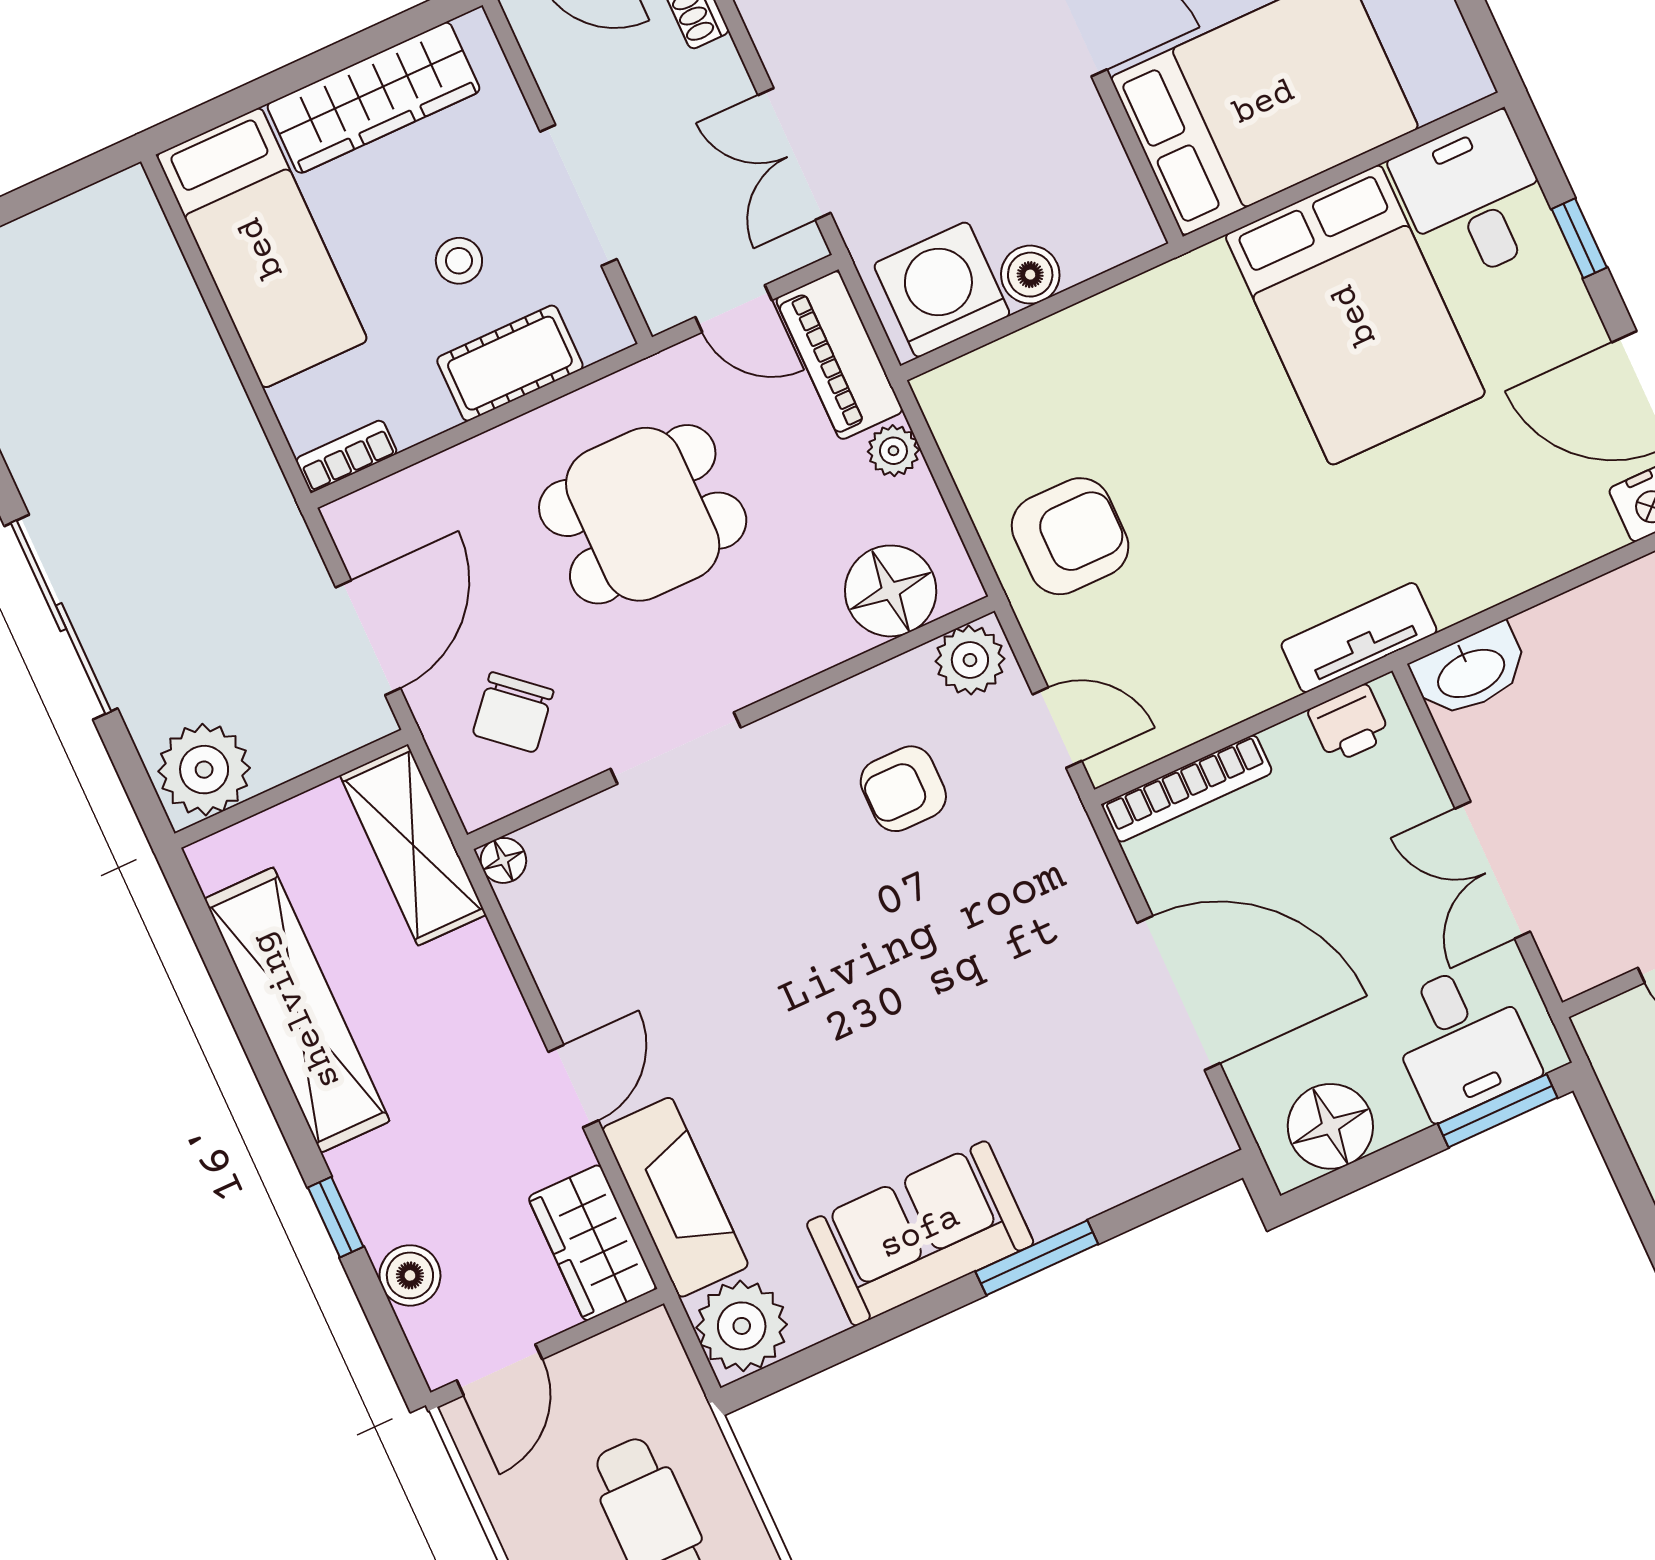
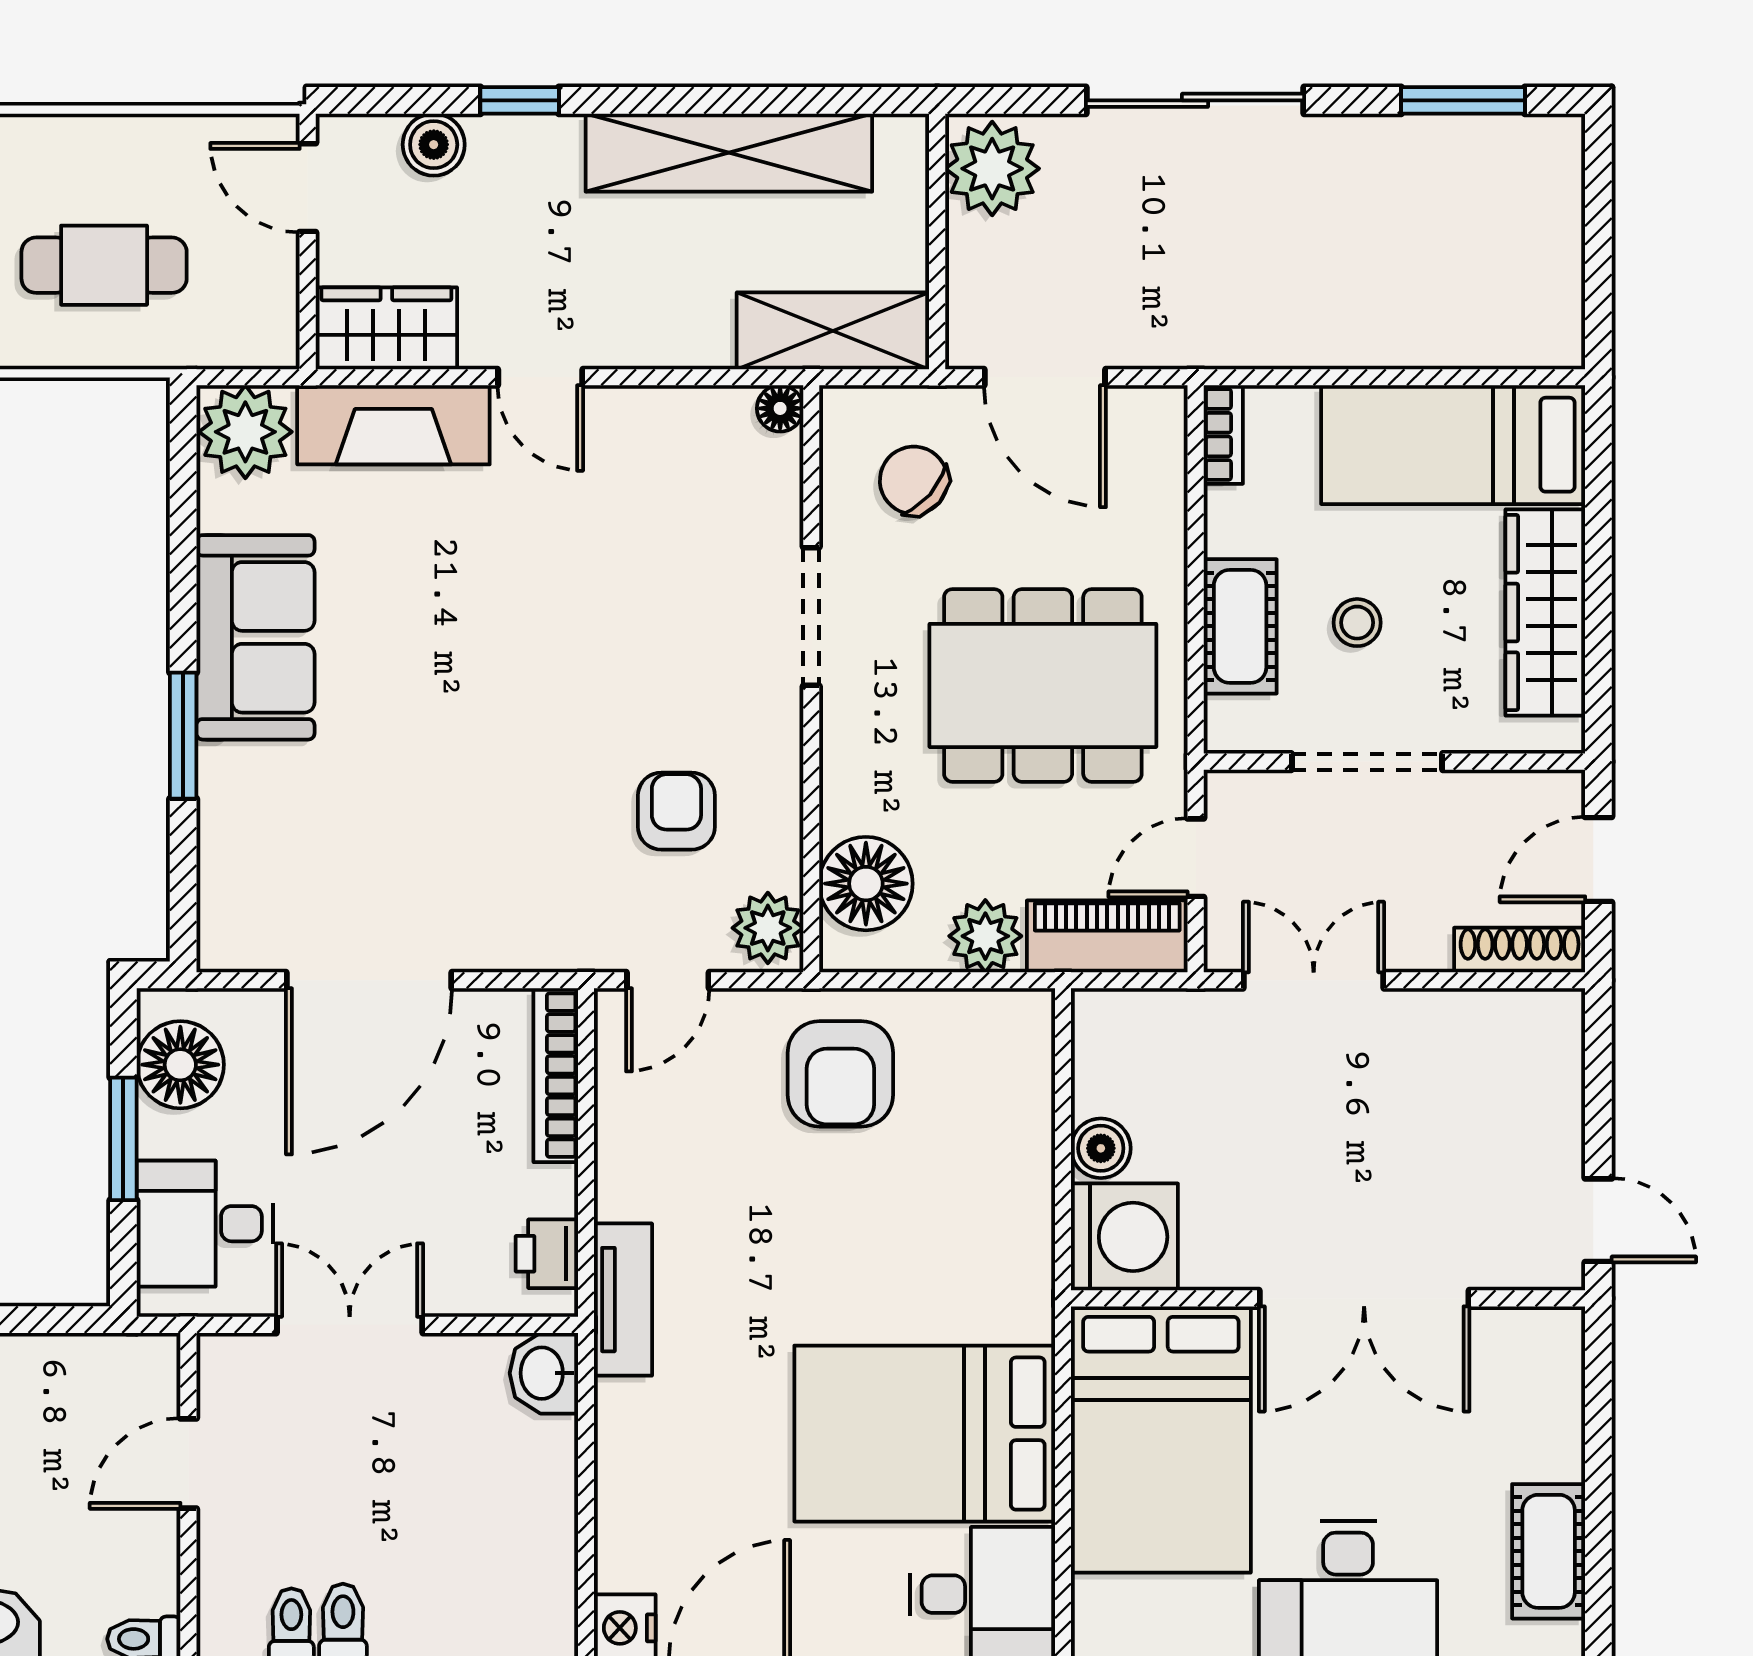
washing machine: (942, 290) -> (1124, 1237), moved
plant: (893, 451) -> (985, 936), width x1.38, depth x1.38
dining table: (643, 514) -> (1043, 685), width x1.38
washbasin: (1470, 672) -> (544, 1373), width x0.72
window: (1498, 1111) -> (123, 1139), moved

